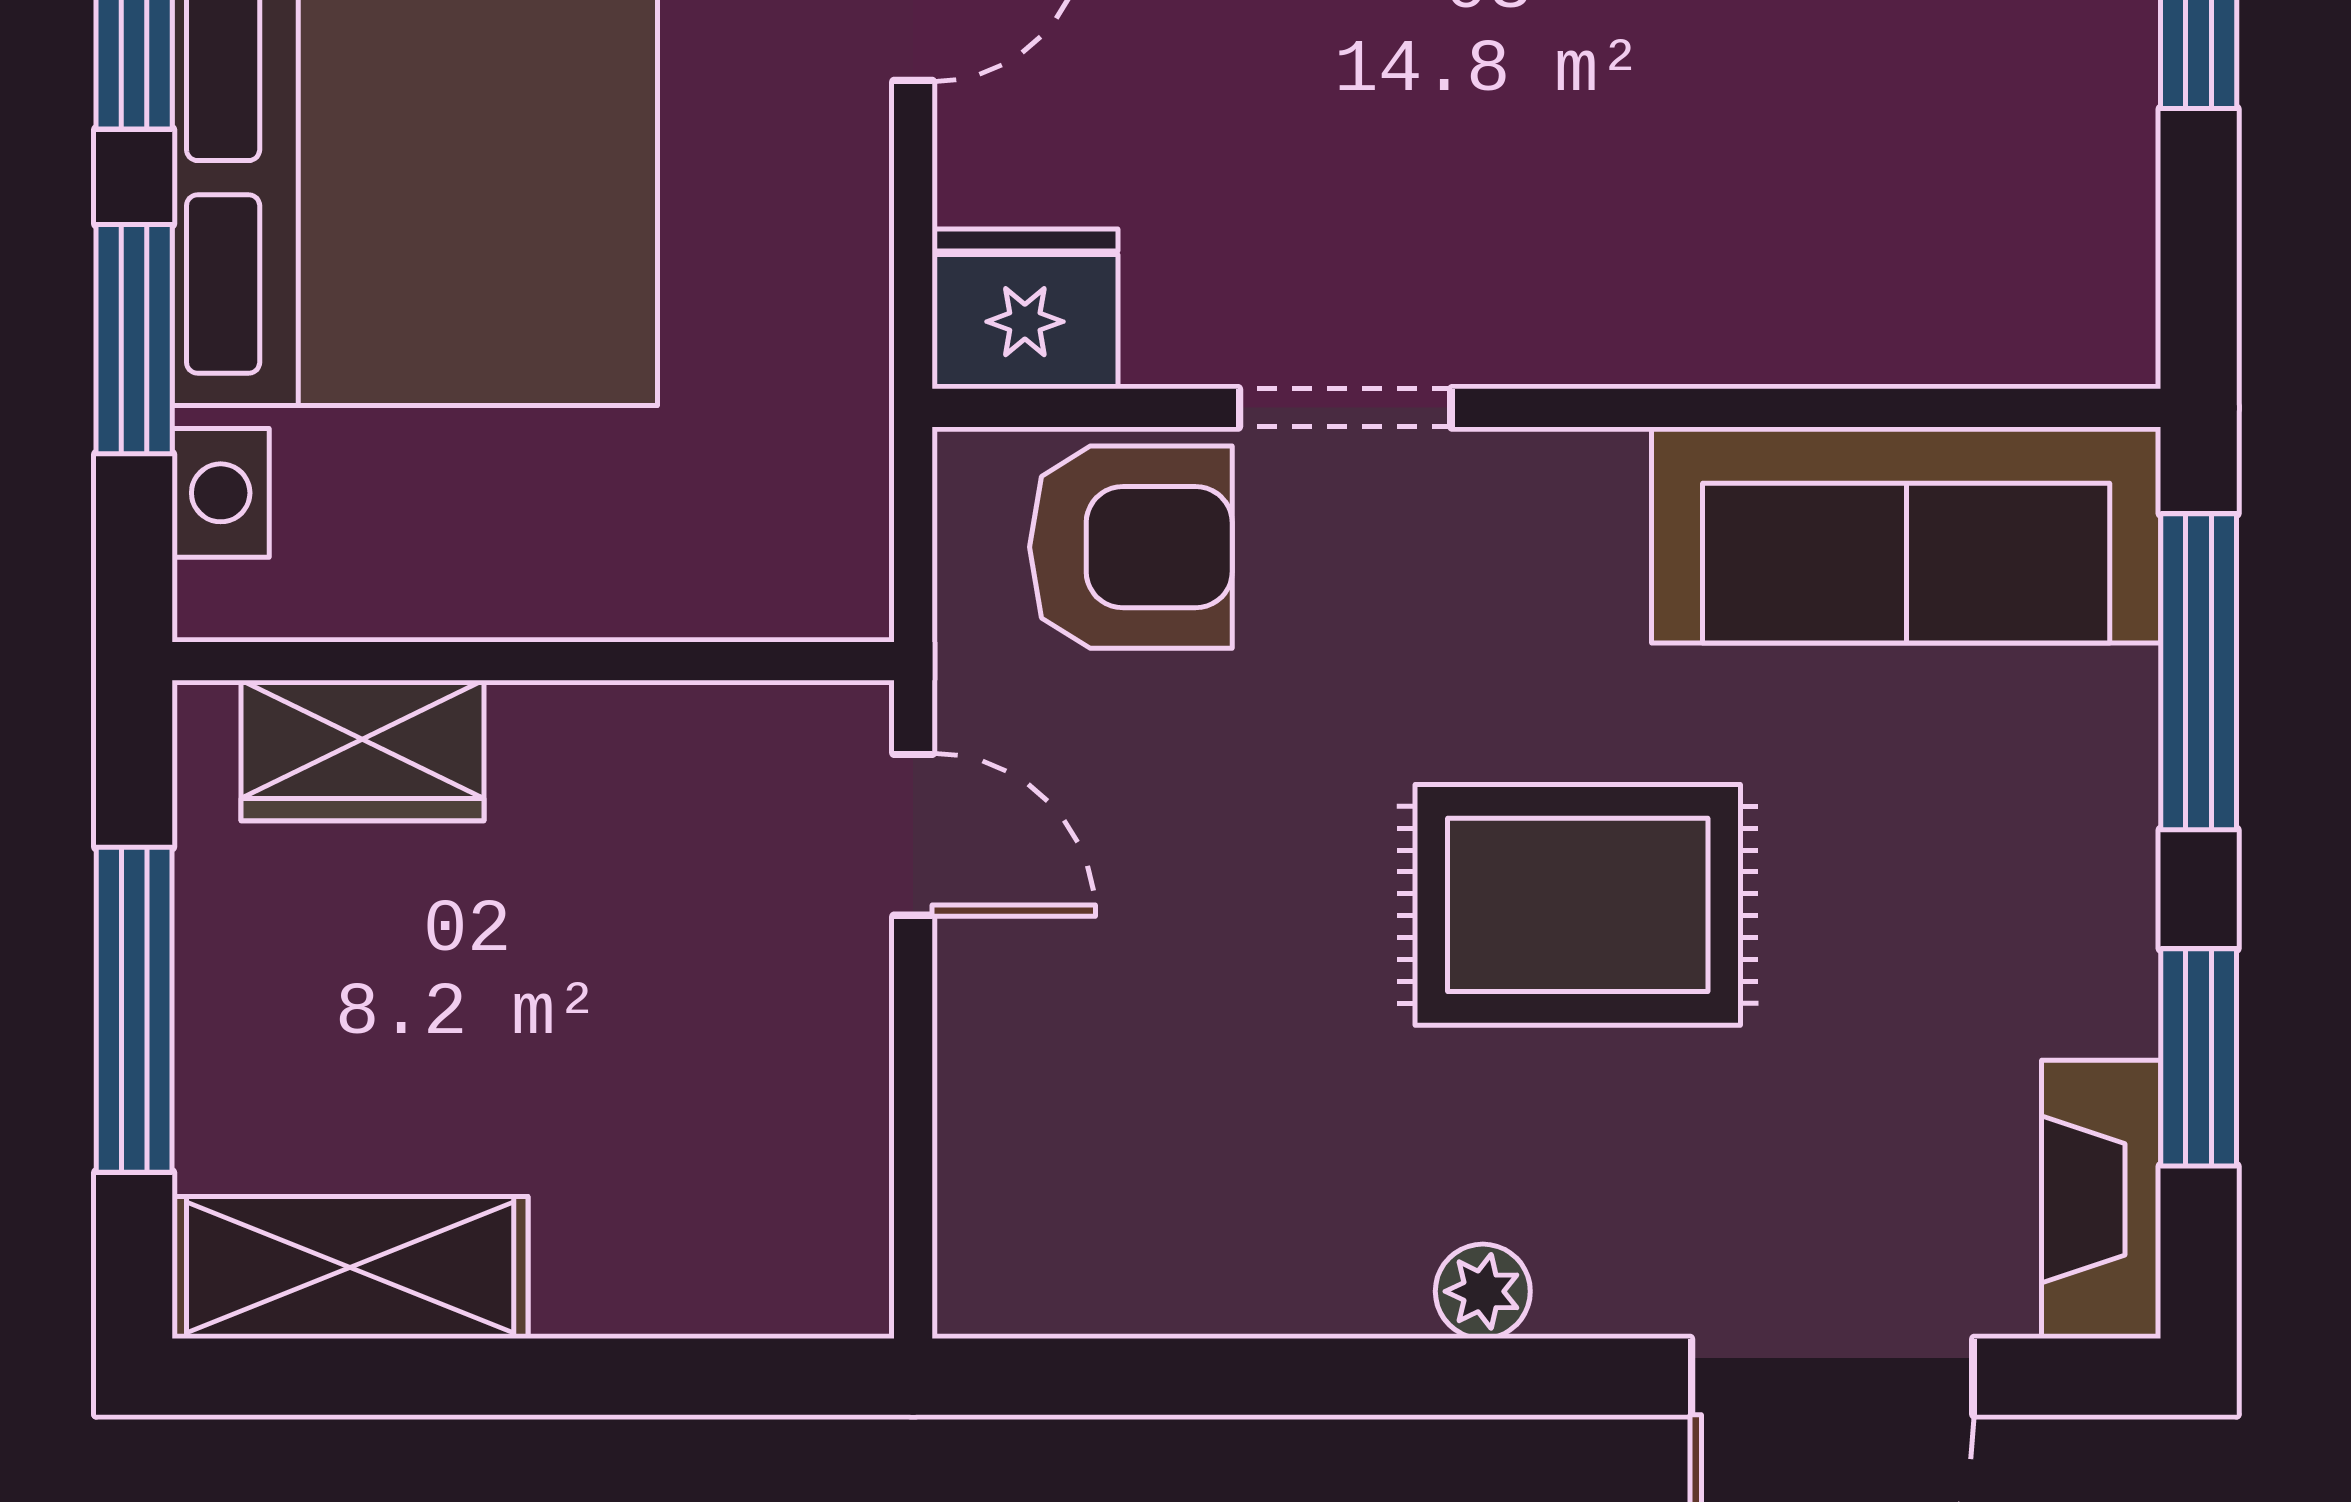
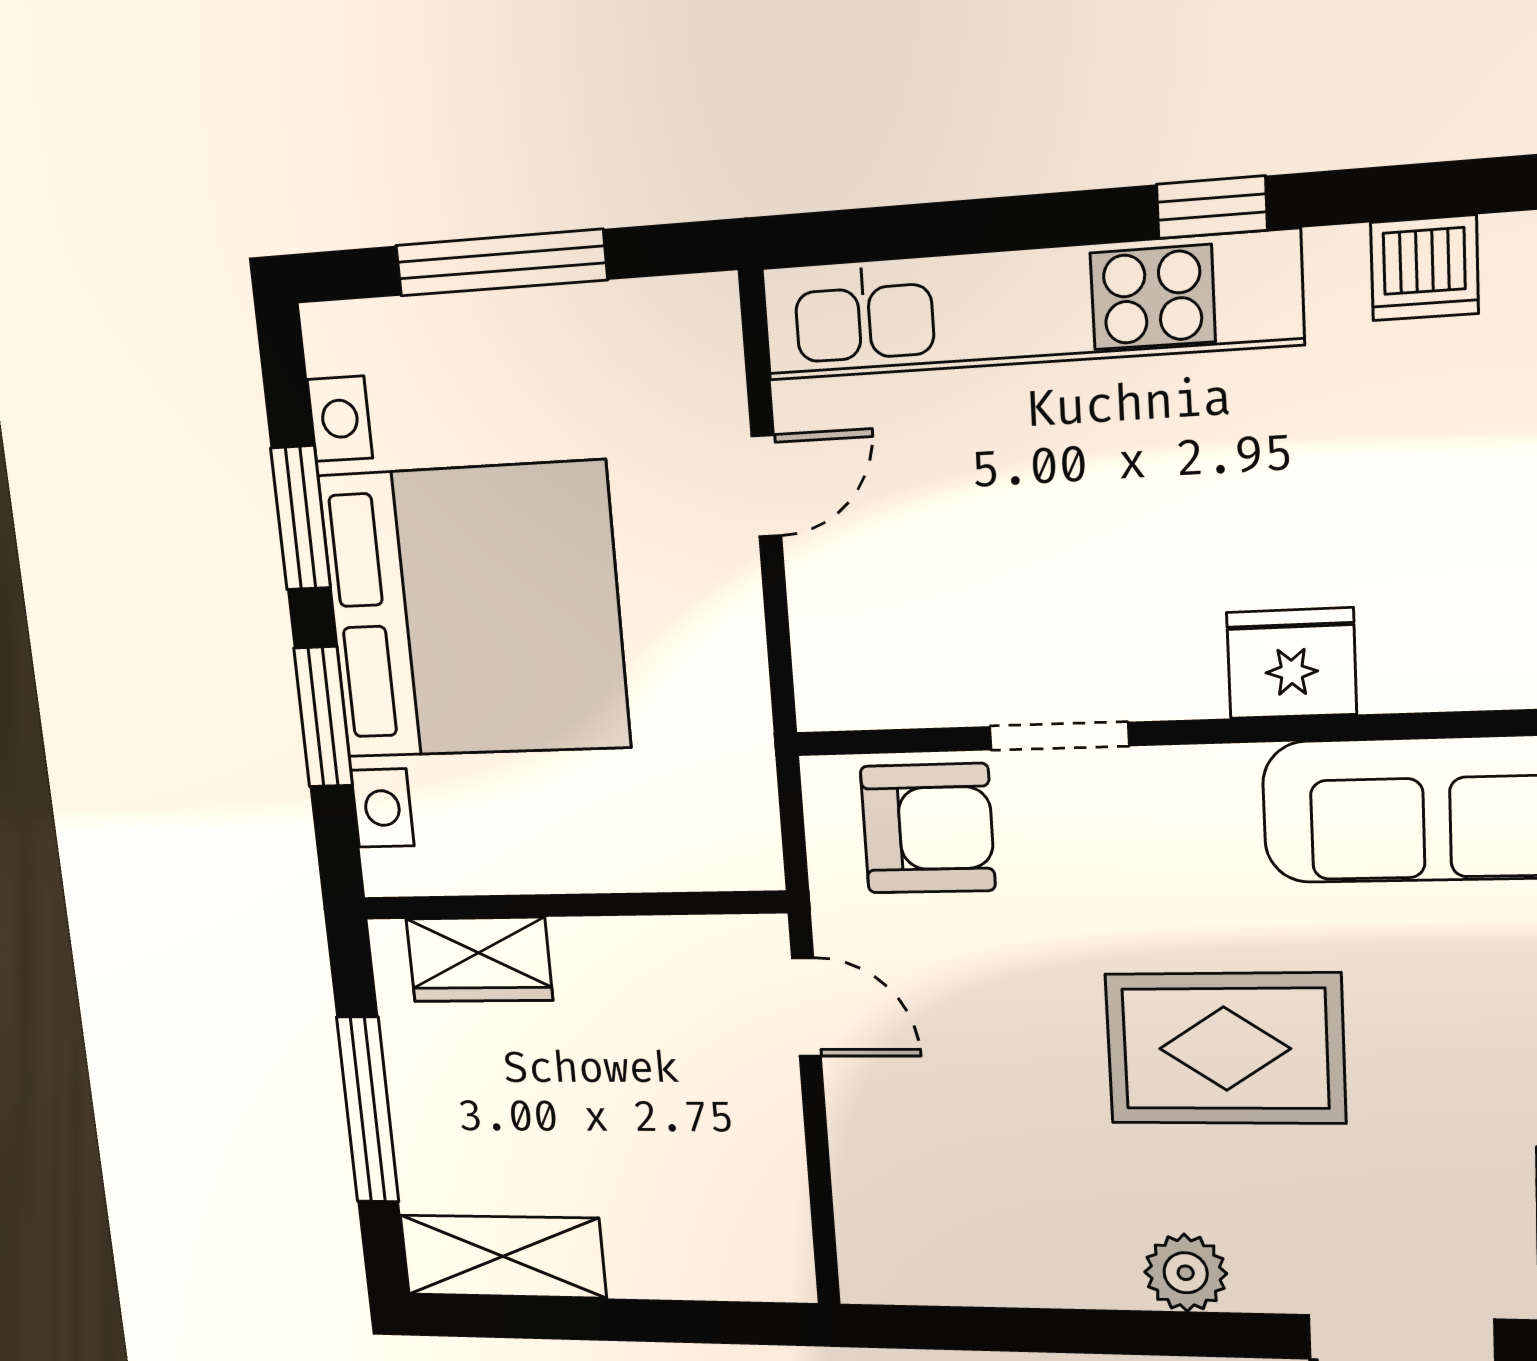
fridge: (1025, 309) -> (1292, 663), moved
plant: (1483, 1291) -> (1186, 1273), width x1.38, depth x1.38

